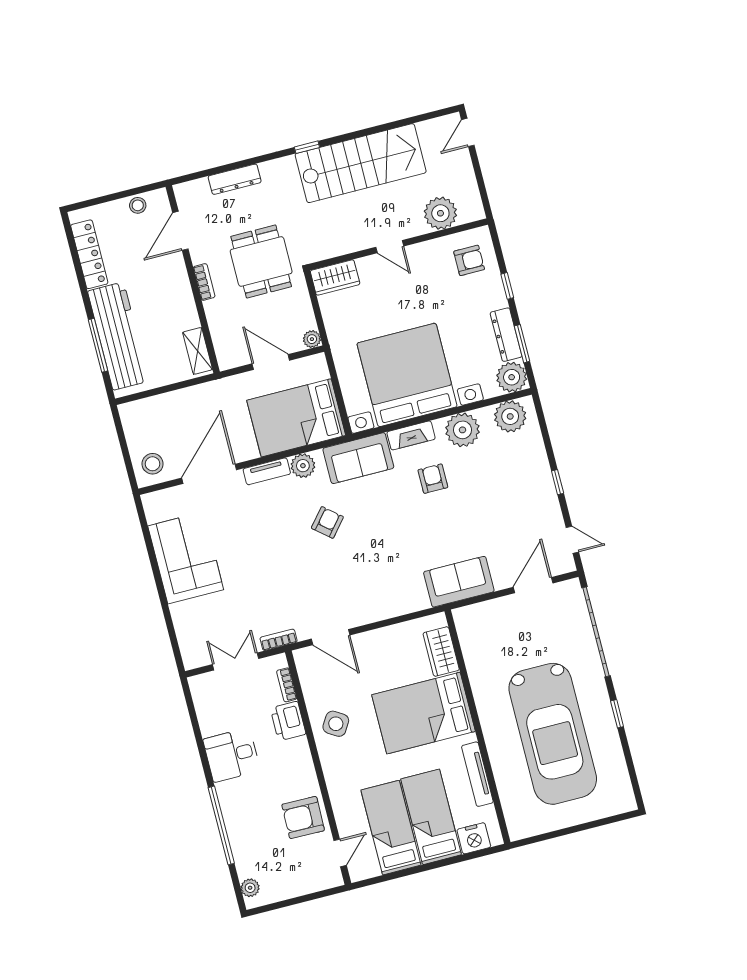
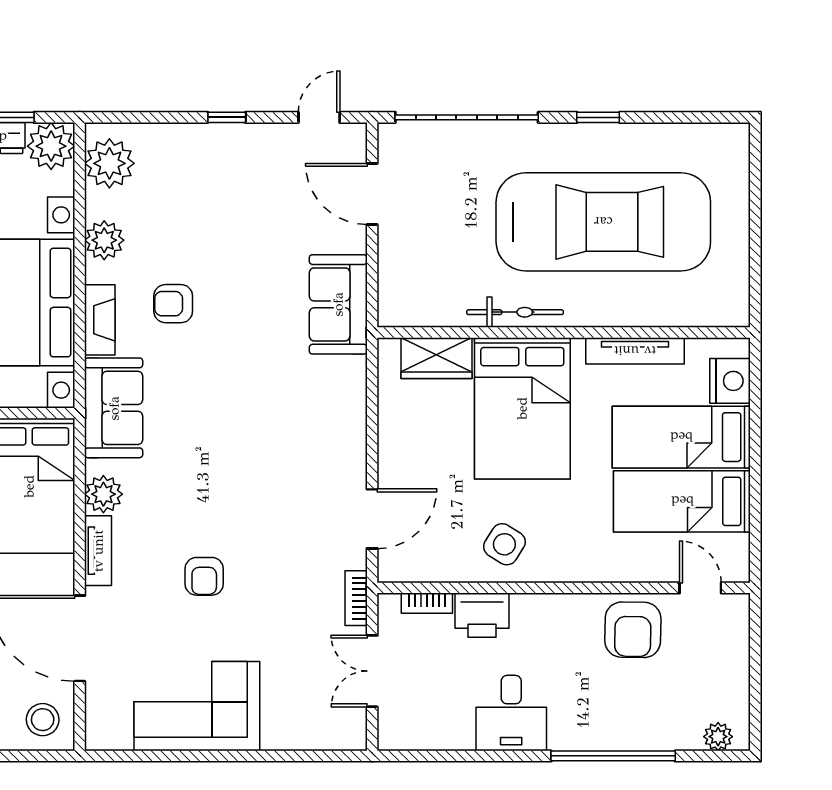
plant: (463, 430) -> (104, 240), width x0.73, depth x0.73
armchair: (327, 522) -> (204, 576), moved, turned -130
bicycle: (482, 693) -> (515, 312), added

